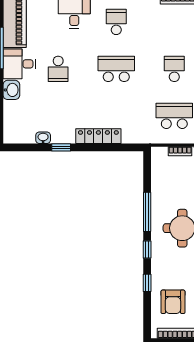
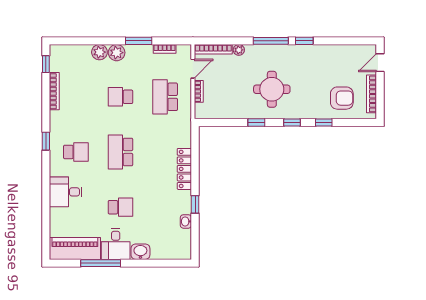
school desk: (116, 22) -> (76, 152), turned 180
window: (147, 212) -> (256, 123), width x0.46

